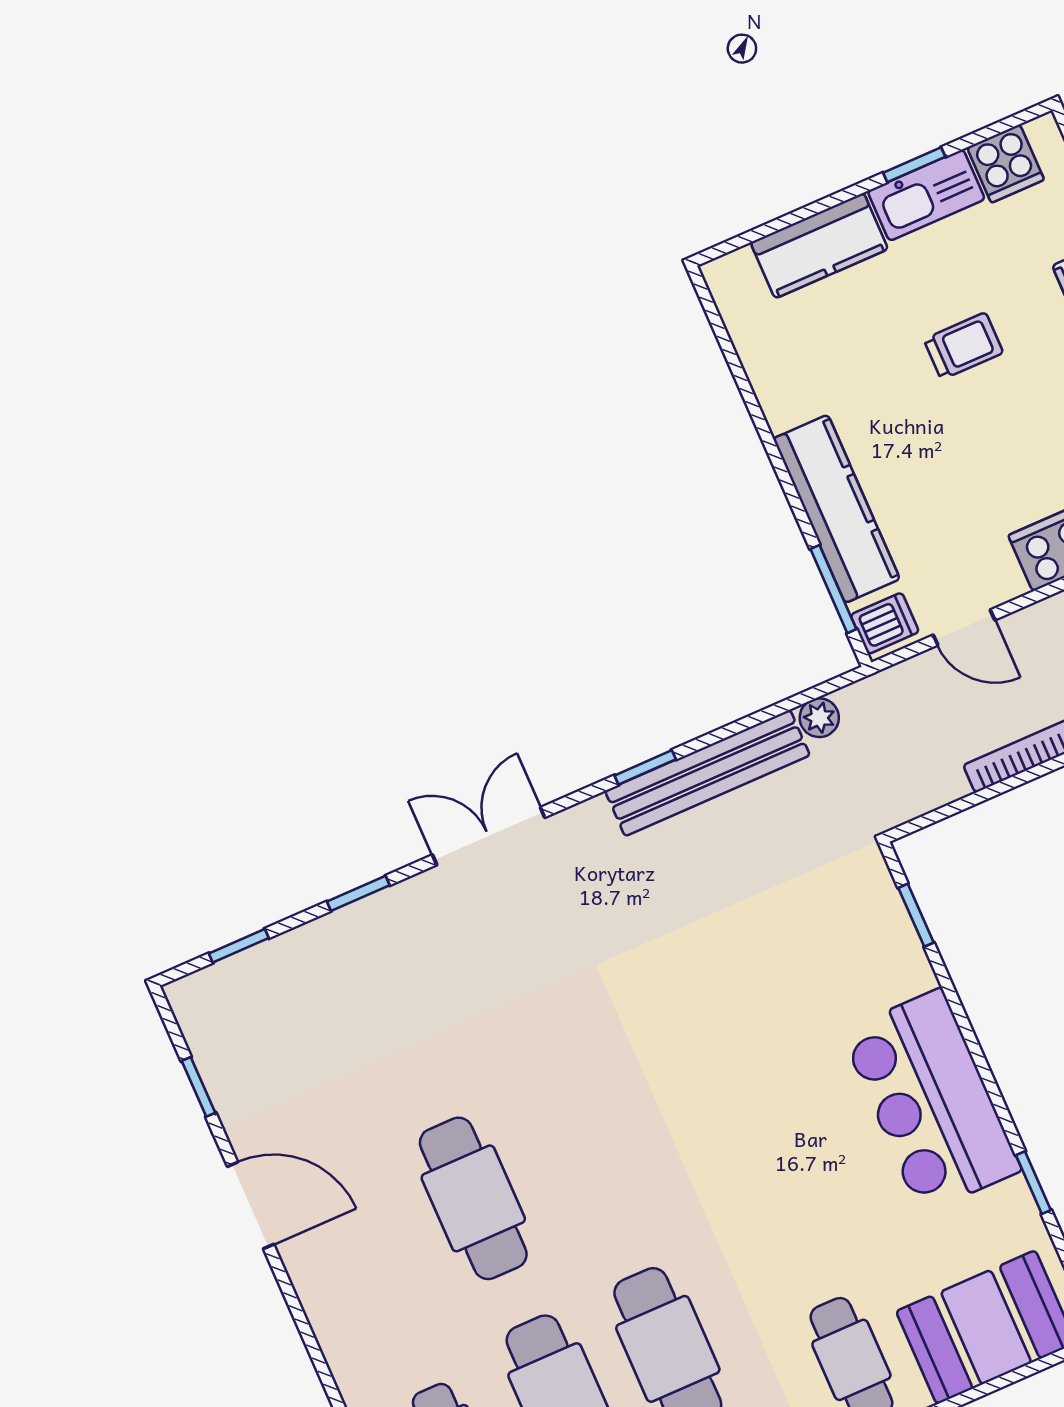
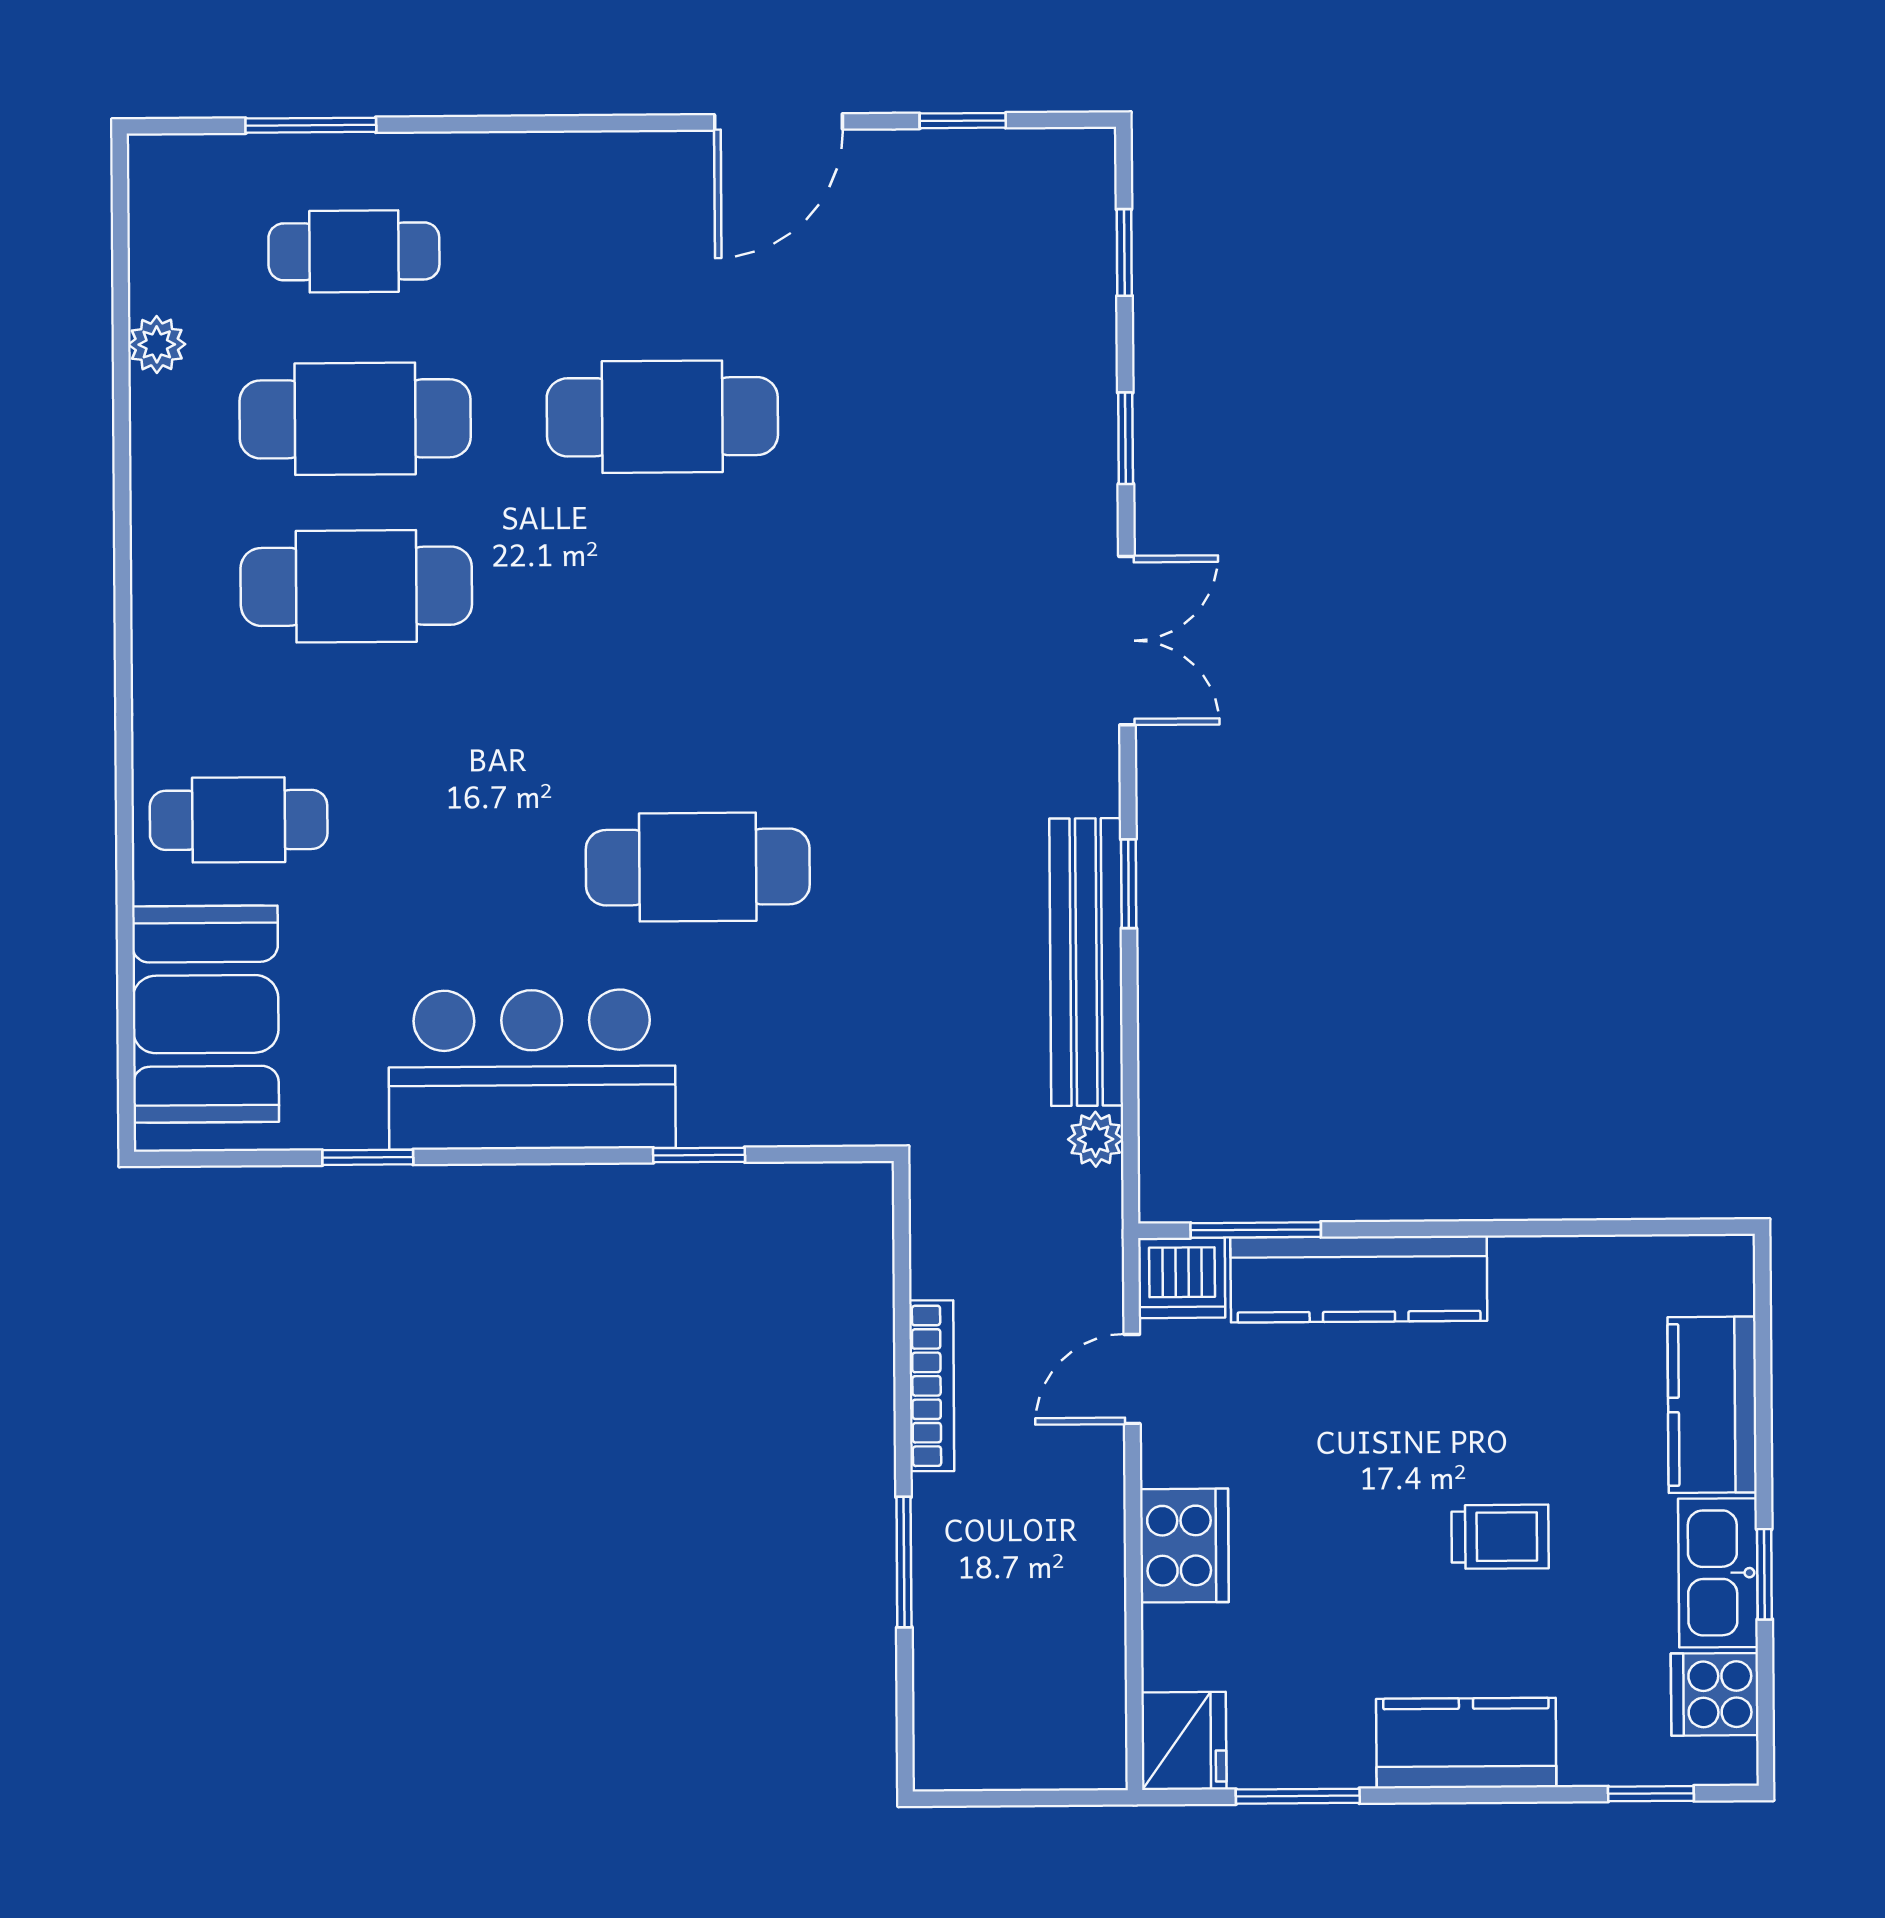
trolley: (964, 346) -> (1500, 1537), turned -90
dishwasher: (885, 623) -> (1182, 1278), width x1.38
window: (916, 915) -> (699, 1155), moved
cafe table: (754, 1050) -> (698, 867), added

